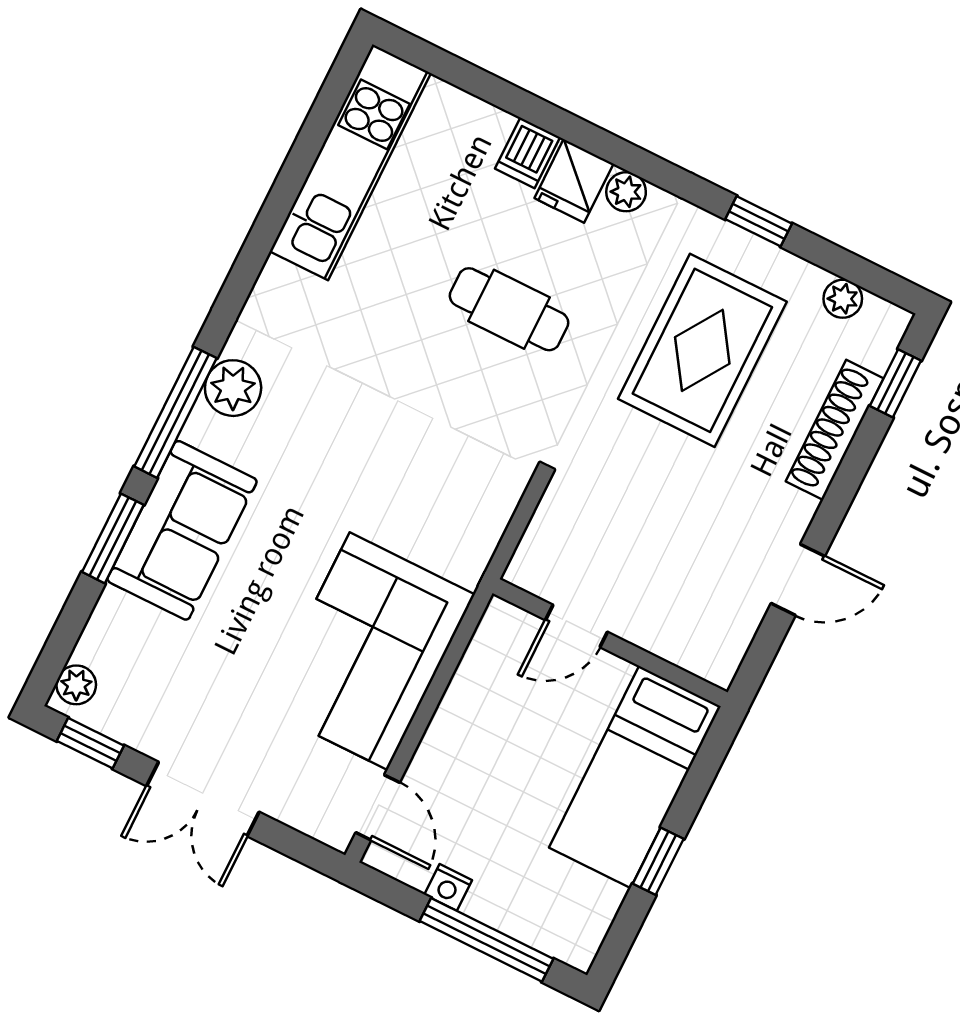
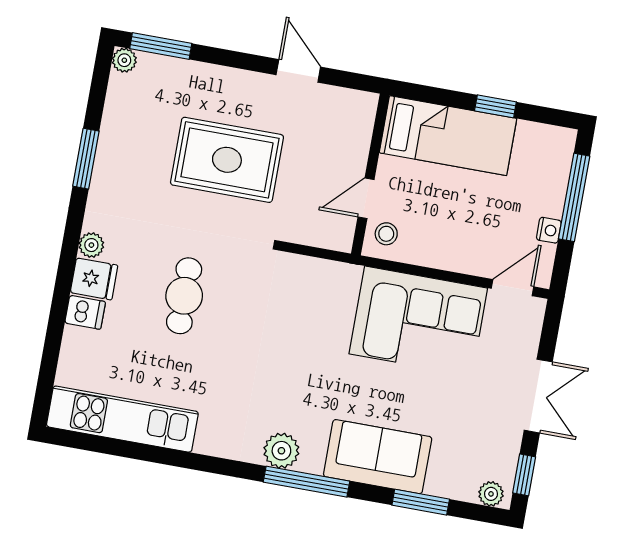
window: (759, 221) -> (86, 159), width x1.50
plant: (843, 299) -> (124, 60), moved
rug: (702, 350) -> (227, 160), moved
window: (895, 383) -> (161, 46), width x1.50
shoe rack: (835, 430) -> (200, 75), removed
window: (113, 538) -> (421, 502), moved
door: (576, 626) -> (366, 198), swing flipped
stool: (514, 641) -> (386, 234), added

